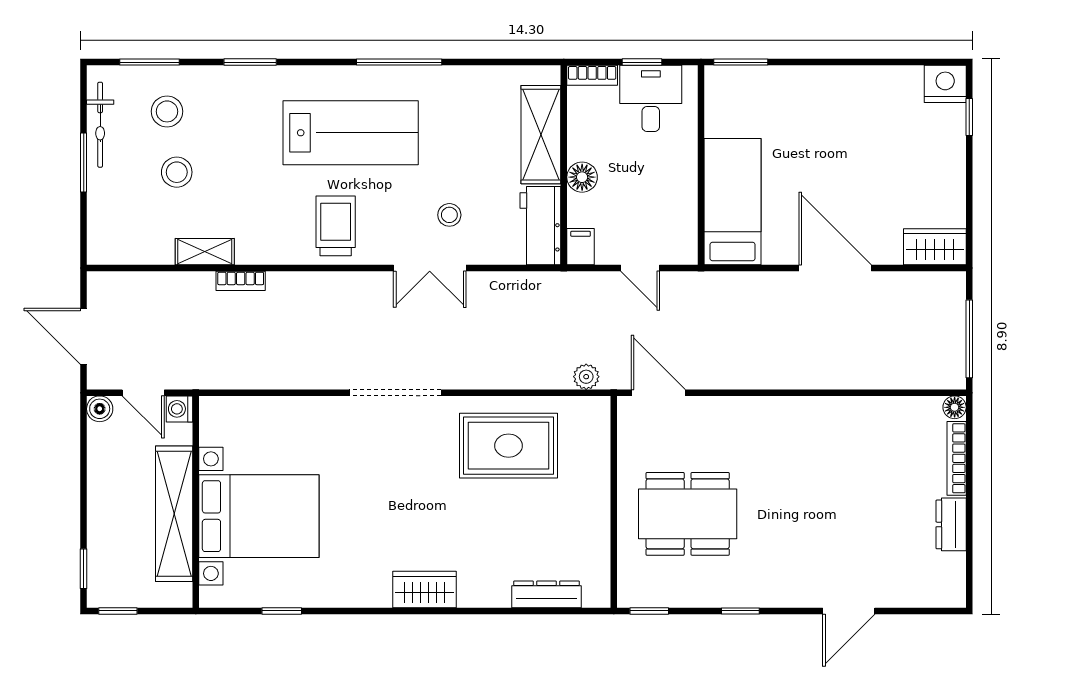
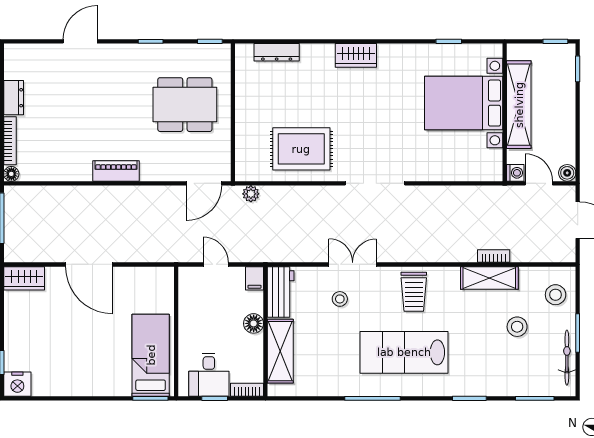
stool: (167, 111) -> (556, 295), moved
bed: (733, 202) -> (151, 355), moved, turned 180
shelving: (205, 252) -> (489, 278), width x1.50, depth x1.33
bookcase: (241, 281) -> (494, 256), moved
door: (658, 393) -> (204, 183), hinge flipped
piano: (794, 412) -> (116, 171), added

